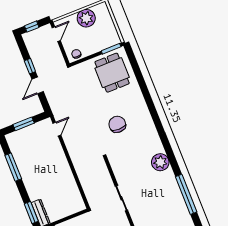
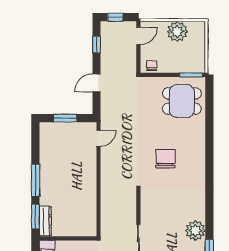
window: (30, 66) -> (97, 45), moved
dining table: (112, 73) -> (182, 101), turned 90
plant: (160, 162) -> (195, 231), moved
window: (13, 167) -> (35, 180), moved

